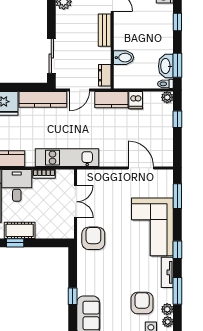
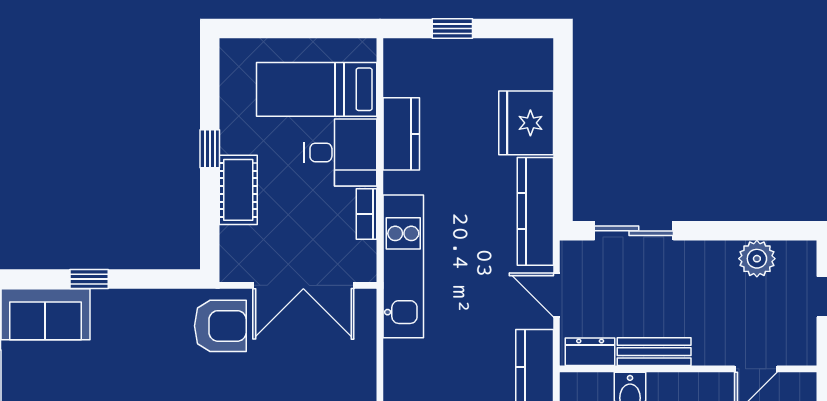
bench: (105, 30) -> (654, 352), moved
double door: (75, 202) -> (303, 285), width x1.37
cot: (20, 230) -> (238, 190), moved

